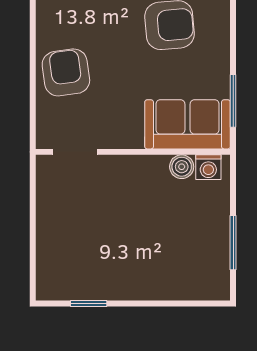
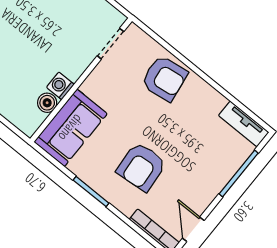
window: (233, 101) -> (91, 192), moved
washing machine: (208, 167) -> (60, 86), moved

